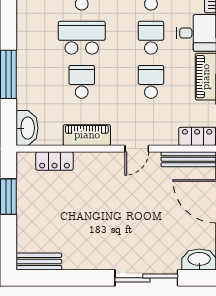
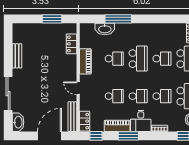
washbasin: (27, 128) -> (105, 29), moved
bench: (39, 261) -> (17, 56), moved

